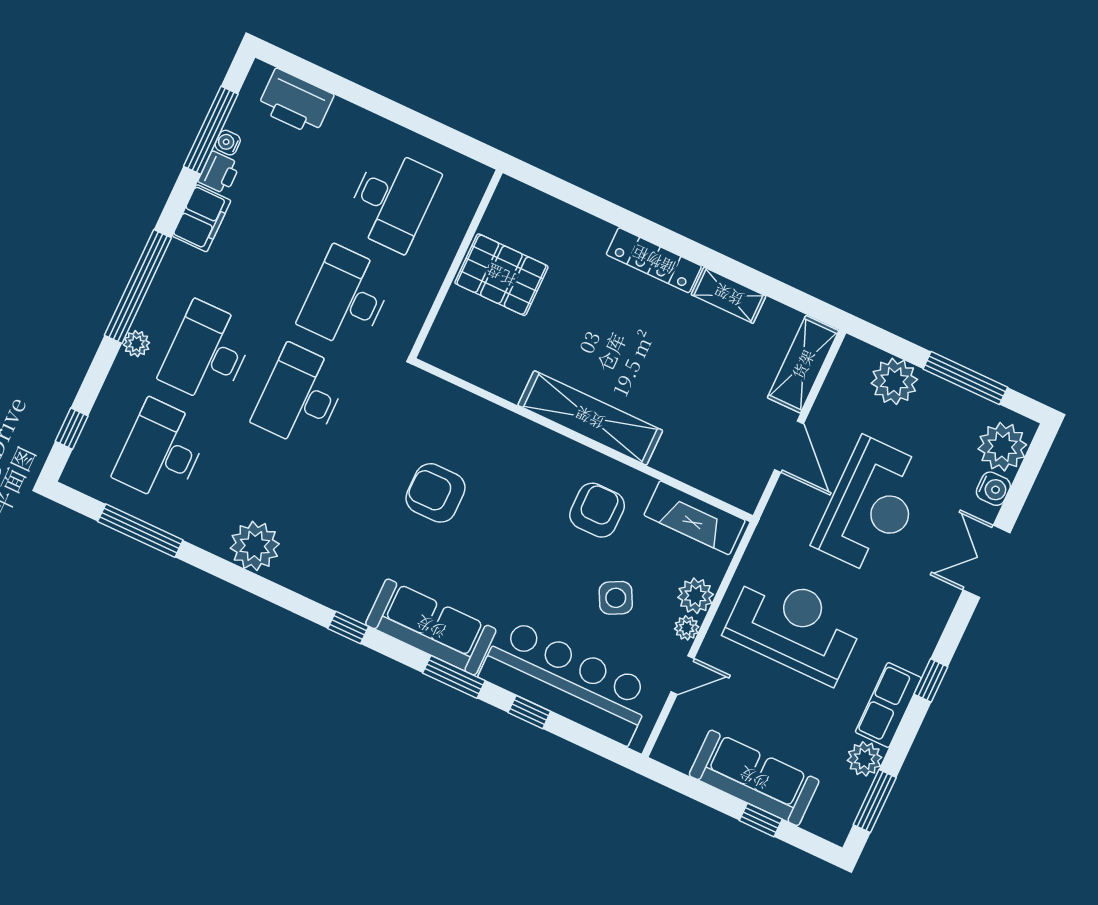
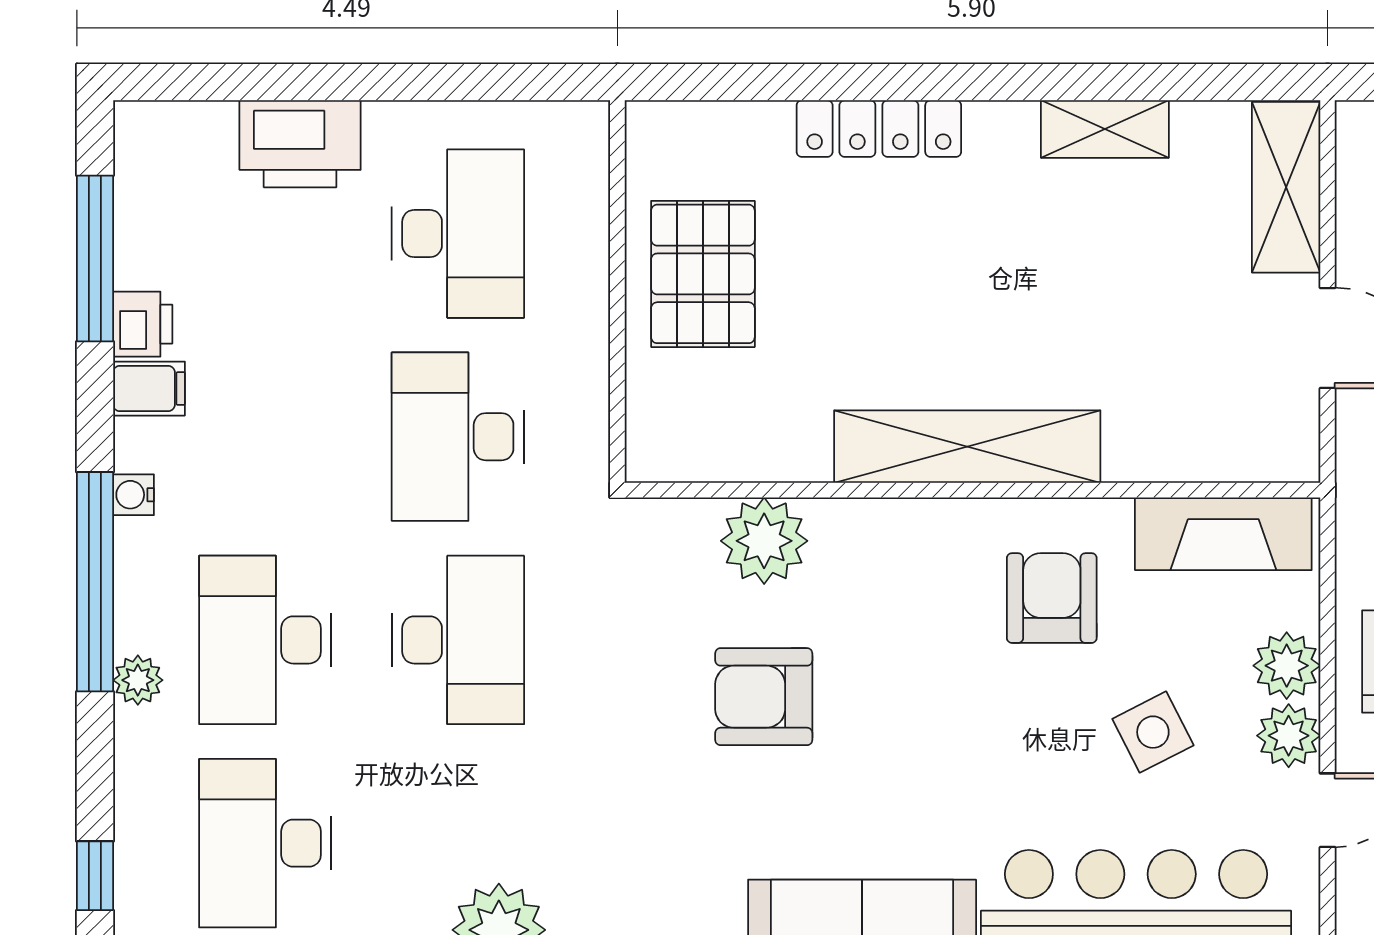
printer: (295, 102) -> (300, 144), moved
water cooler: (228, 143) -> (133, 495), moved
filing cabinet: (202, 218) -> (149, 389), width x0.50
locker: (654, 260) -> (879, 129), moved
pallet: (501, 275) -> (703, 274), turned 90
desk: (300, 396) -> (458, 640), turned 180
plant: (471, 418) -> (764, 541), added
plant: (687, 628) -> (1289, 736), width x1.38, depth x1.38

